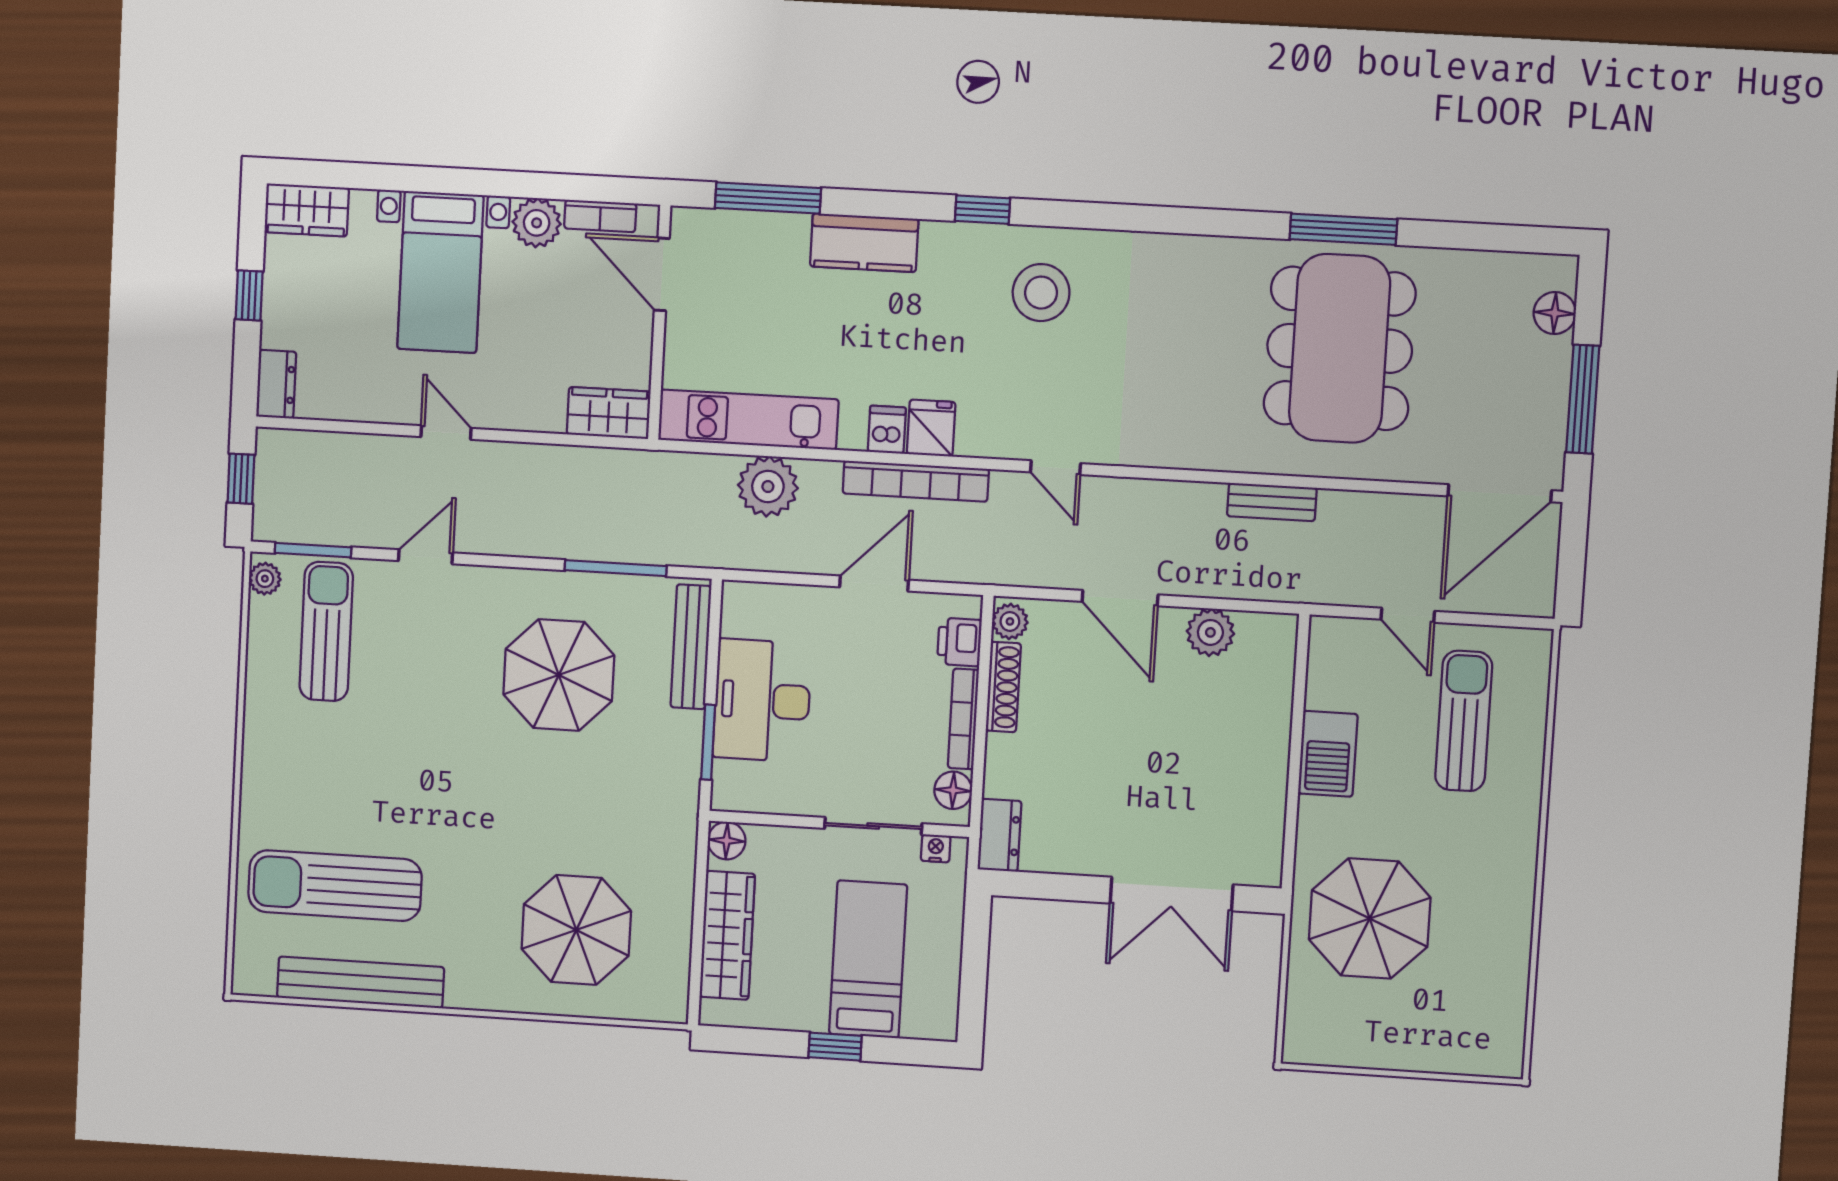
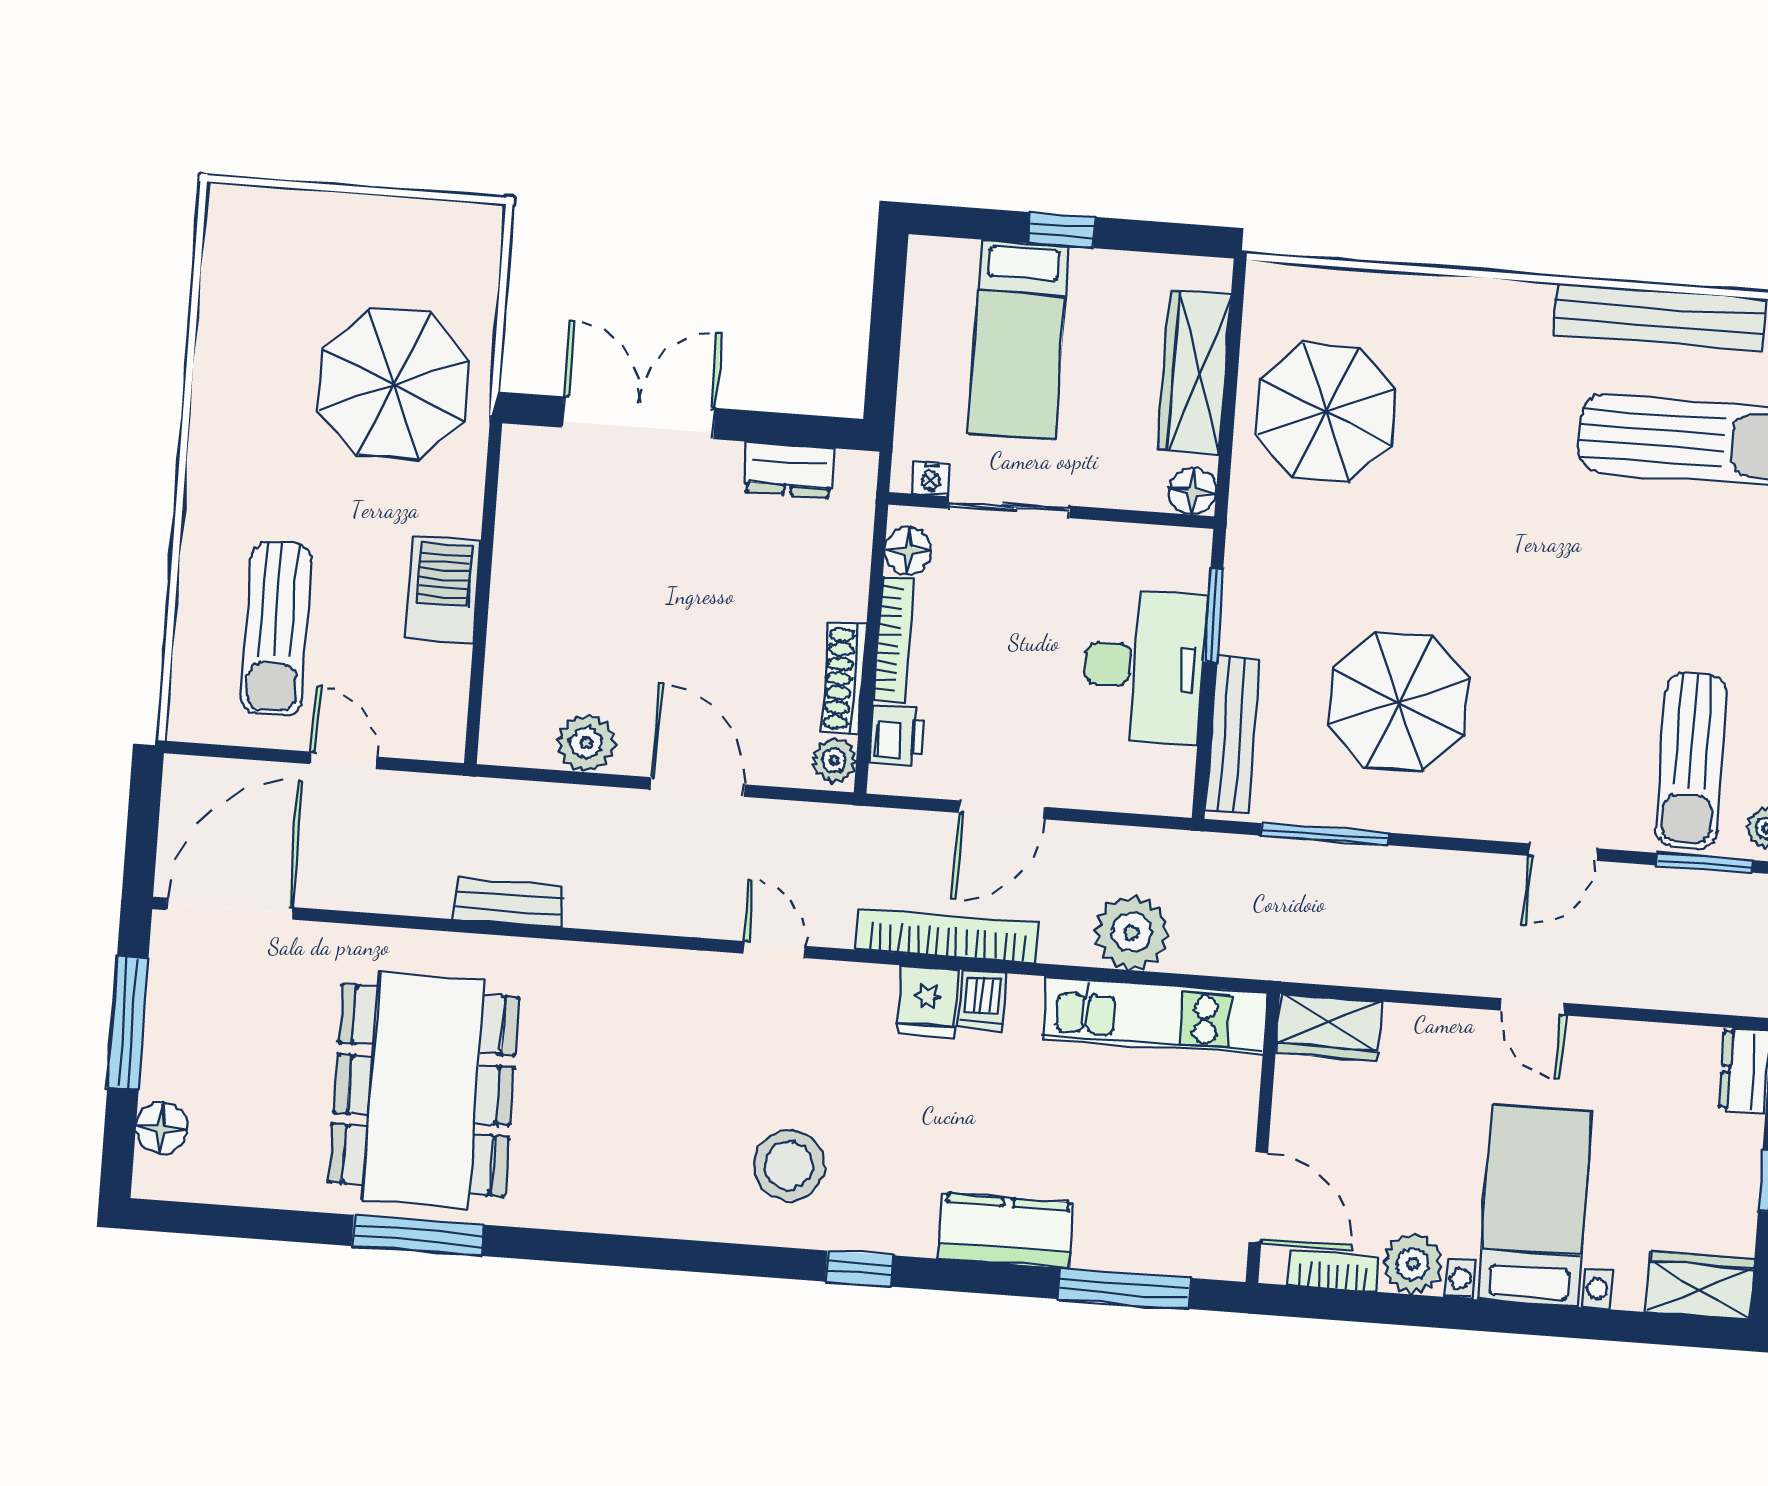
dresser: (999, 835) -> (789, 470), moved, turned -90
parasol: (576, 930) -> (1326, 412), moved

